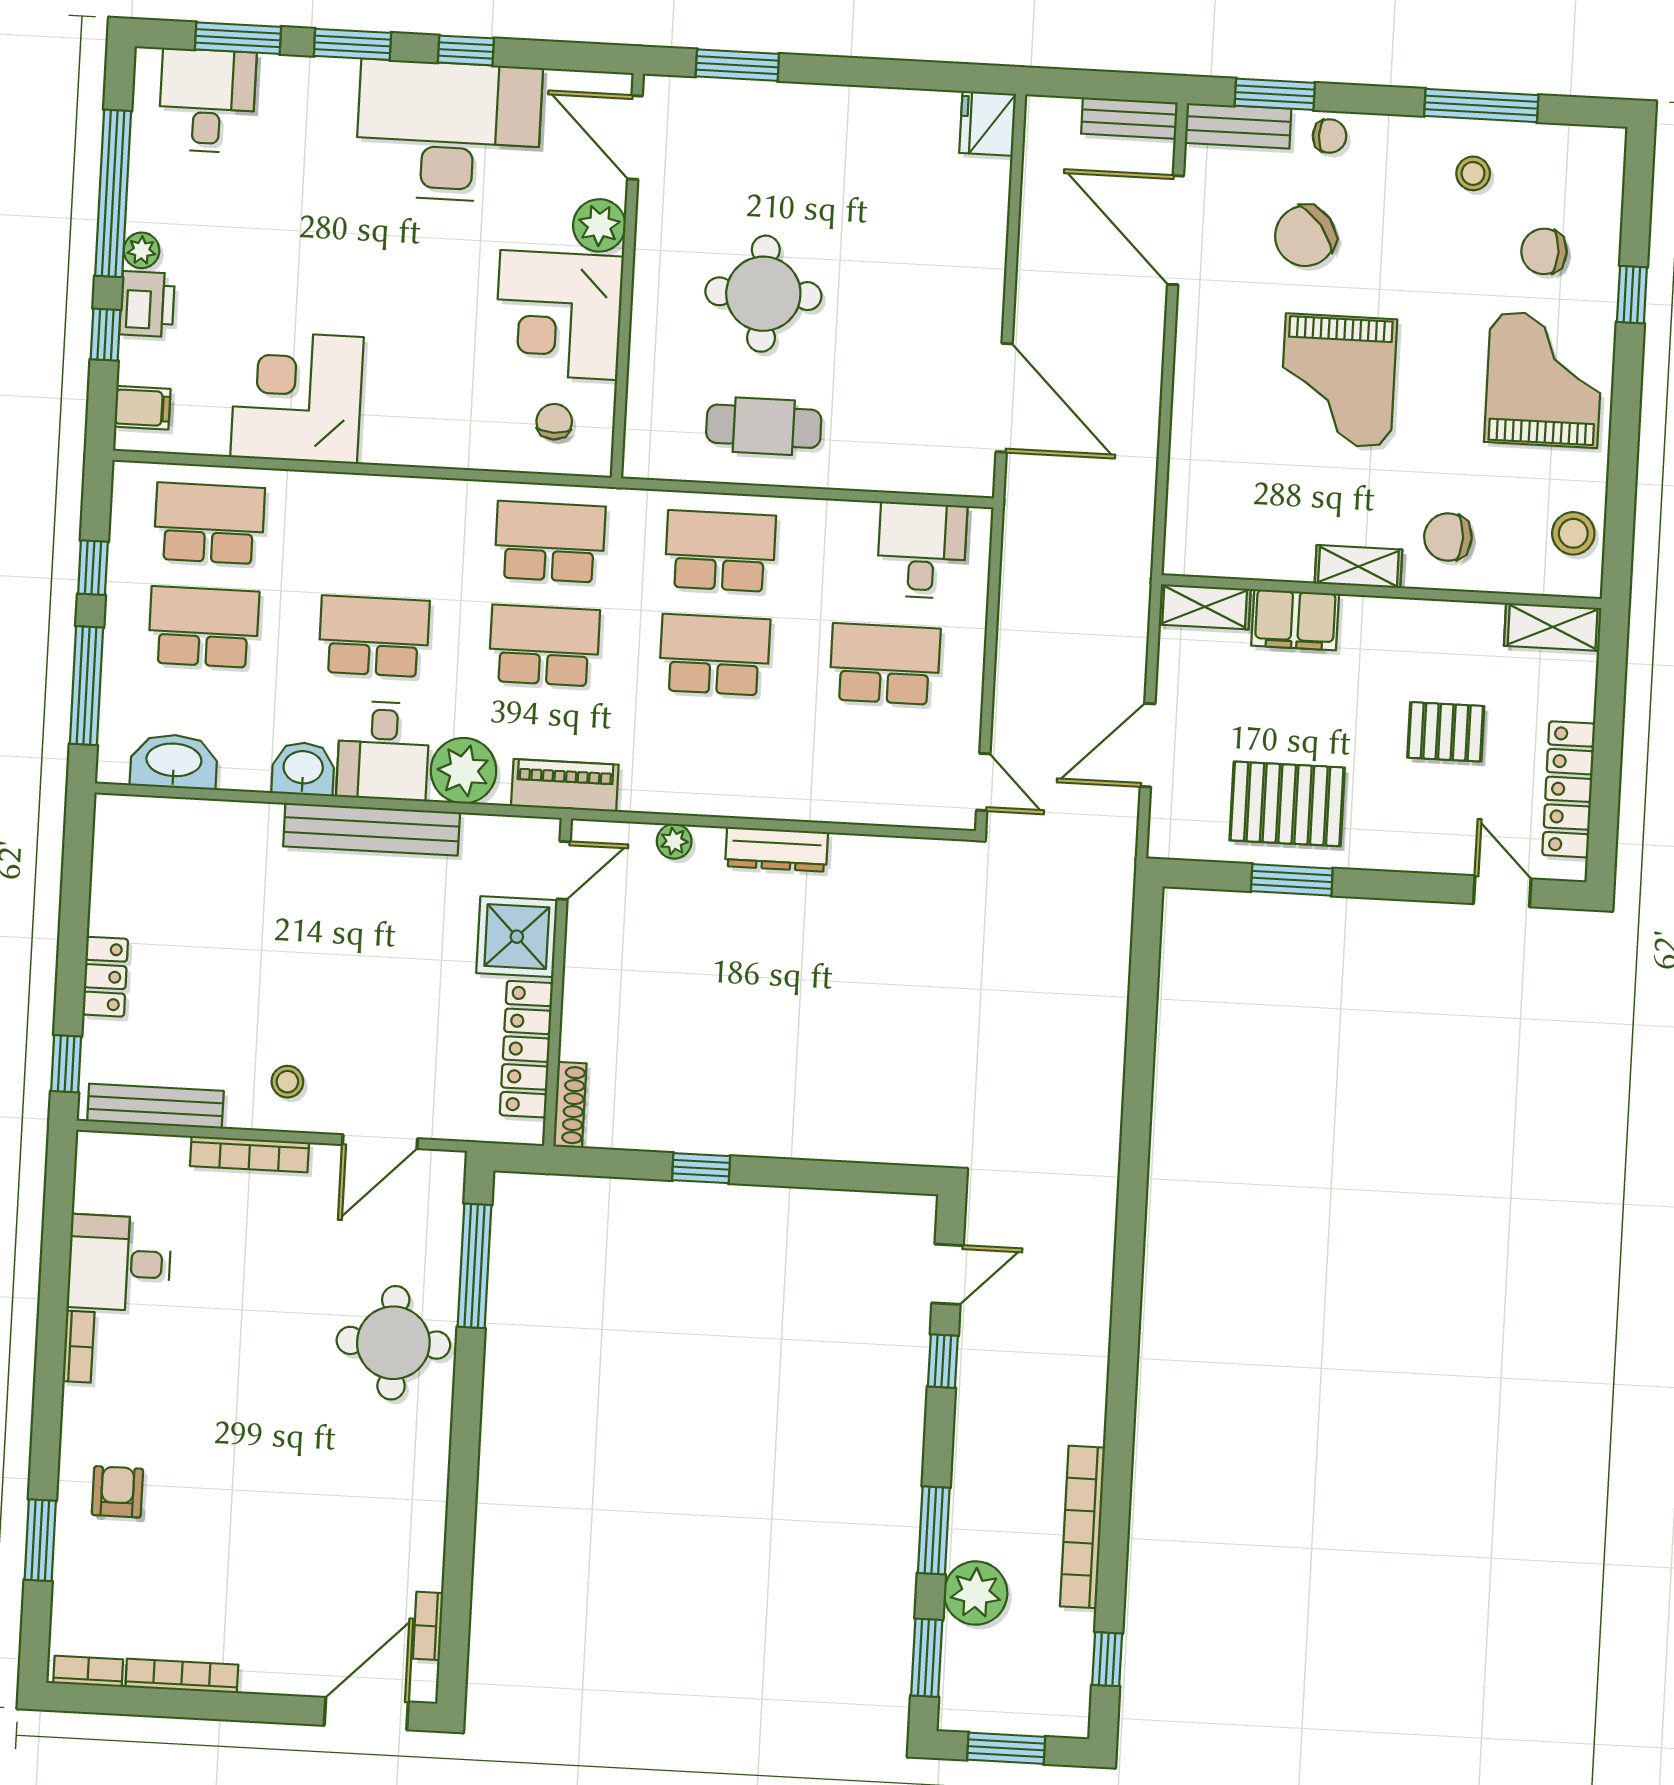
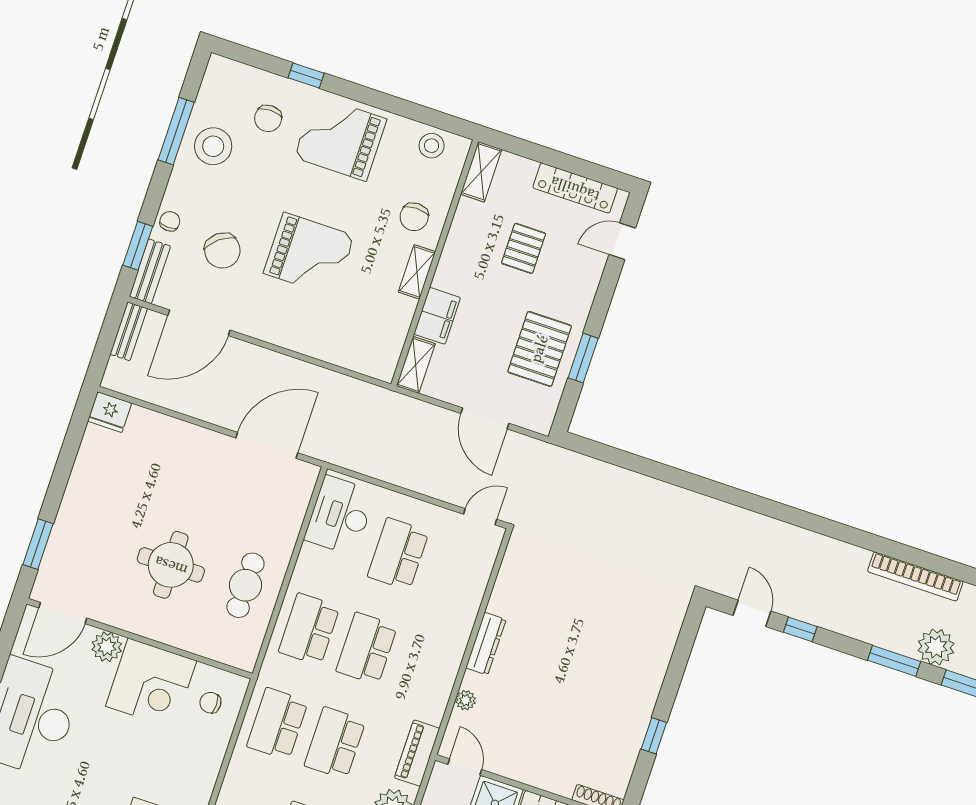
stool: (1473, 173) -> (213, 146), width x1.89, depth x1.89
desk: (922, 550) -> (340, 515), width x1.37

